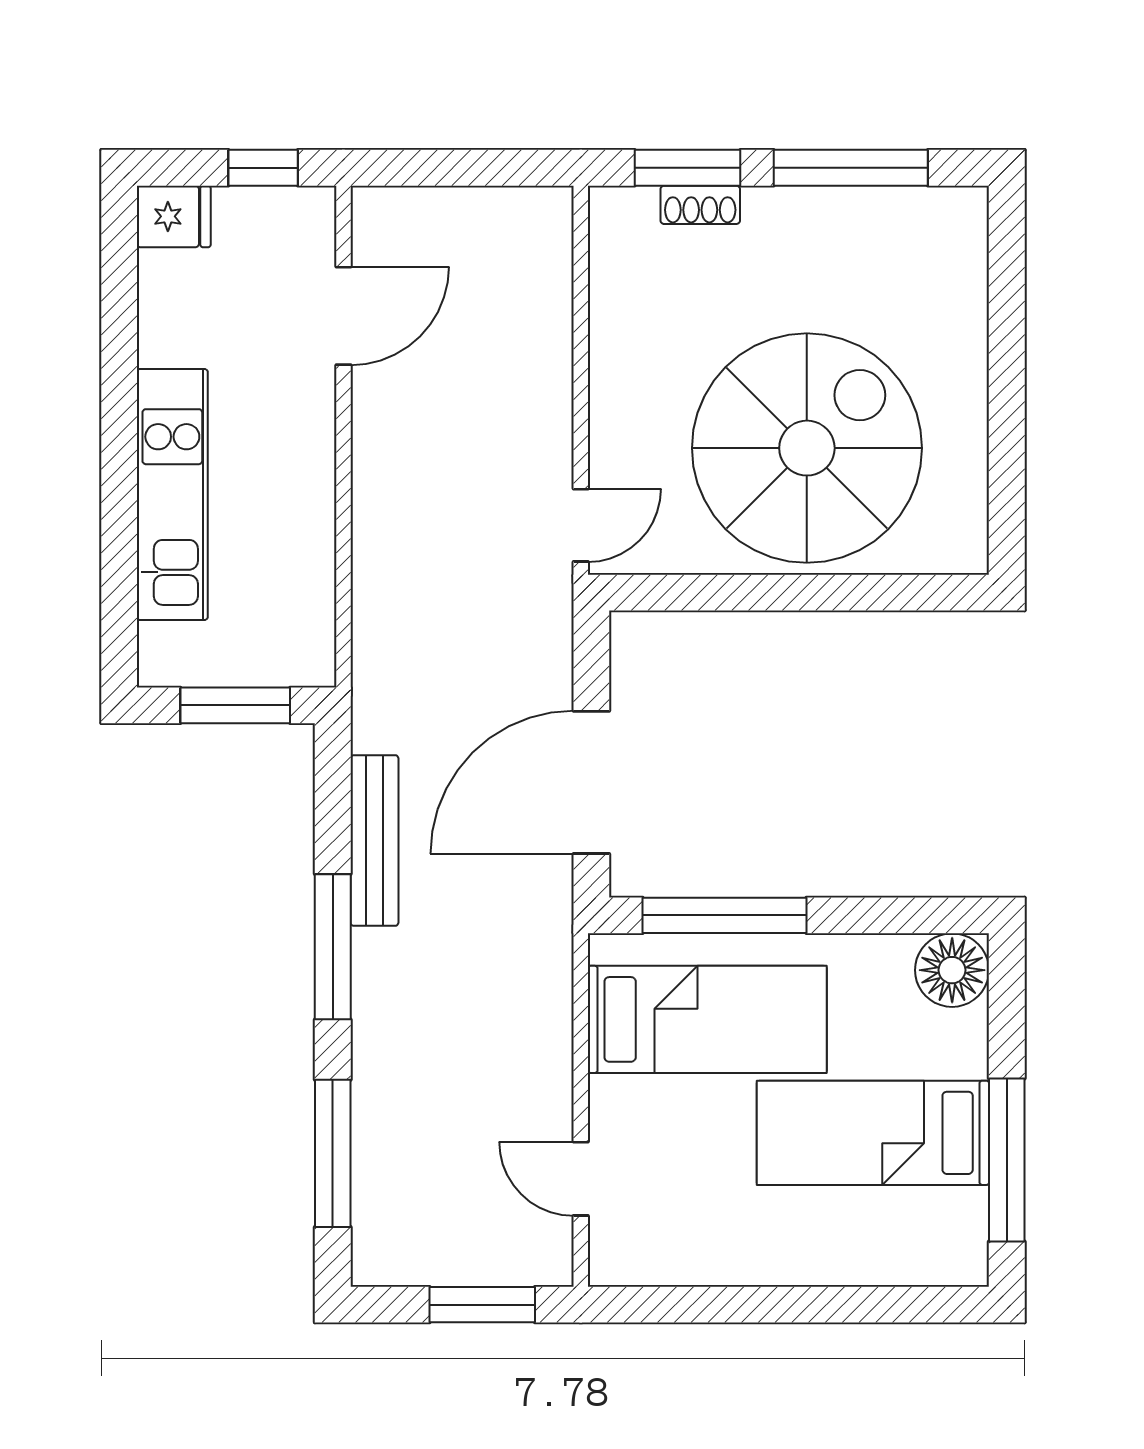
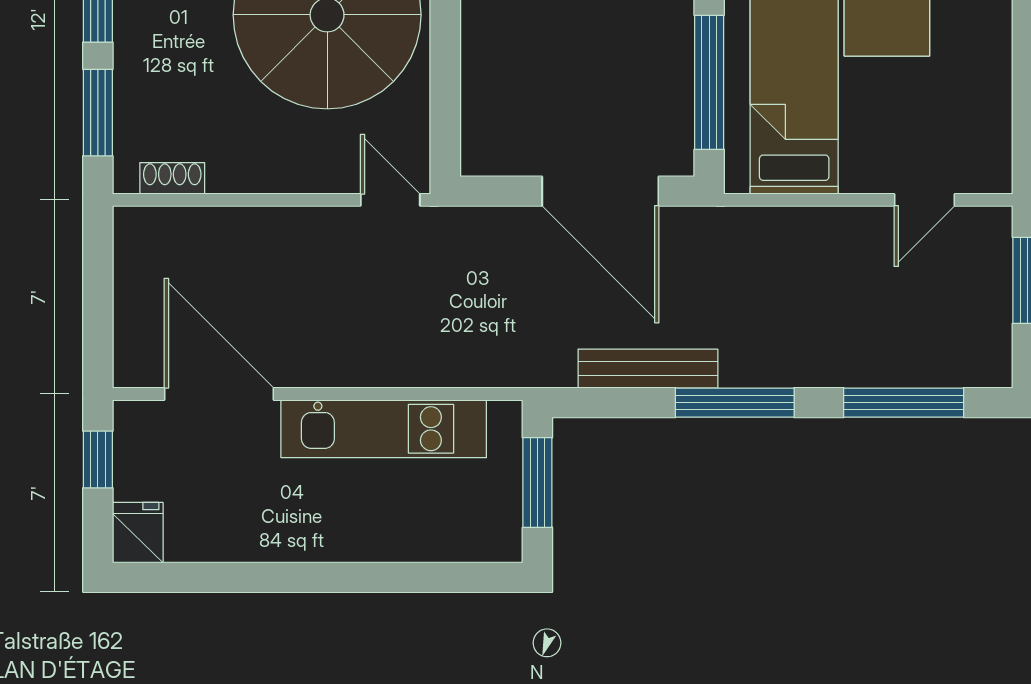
shoe rack: (700, 205) -> (172, 178), moved, turned -90
door: (343, 316) -> (219, 394), width x1.36
kitchen unit: (172, 495) -> (384, 429), moved, turned 180

